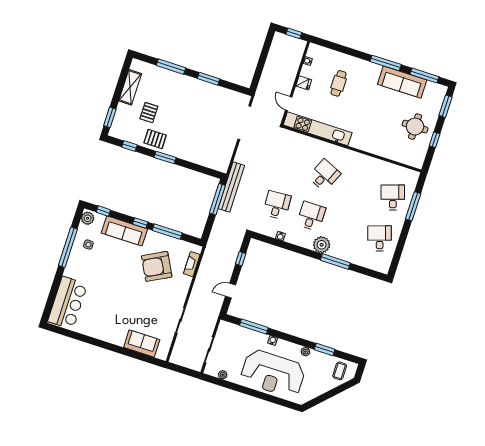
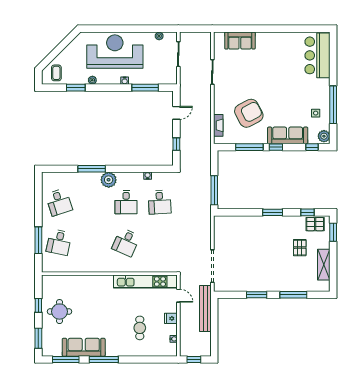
pallet: (155, 139) -> (315, 224), moved
bench: (231, 187) -> (205, 309), moved
desk: (393, 197) -> (59, 242), turned 30

